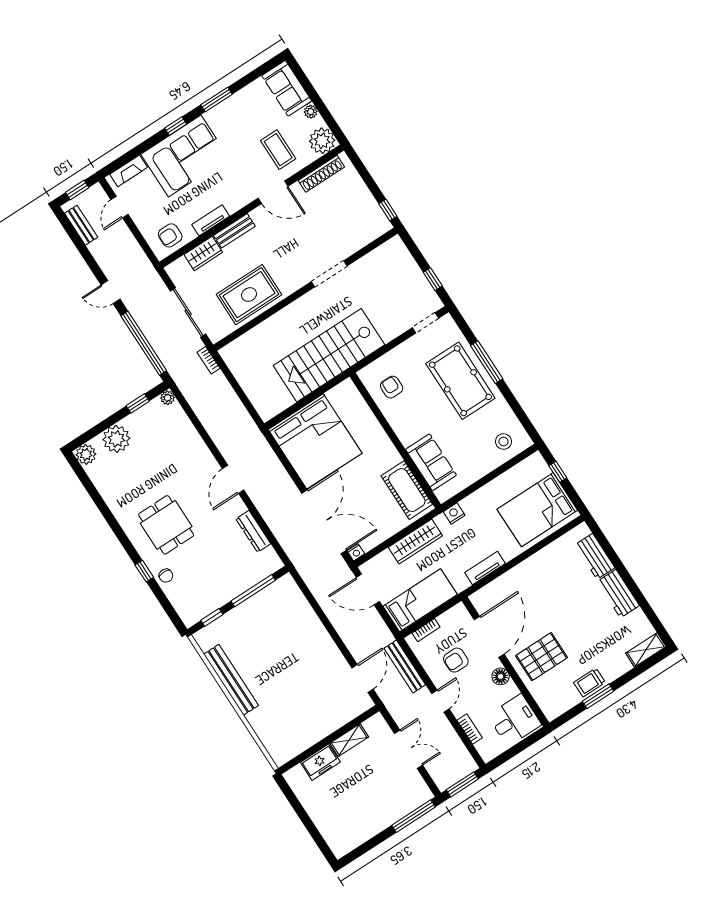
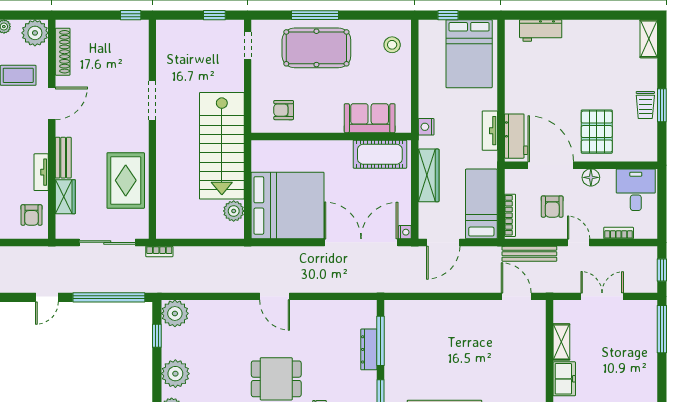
plant: (168, 398) -> (175, 313), width x1.88, depth x1.88
plant: (282, 400) -> (234, 211), added
dresser: (253, 531) -> (369, 349), moved, turned 90
workbench: (618, 594) -> (516, 136), moved, turned -90
bookcase: (426, 630) -> (510, 215), width x1.56
window: (462, 784) -> (662, 270), width x0.67

